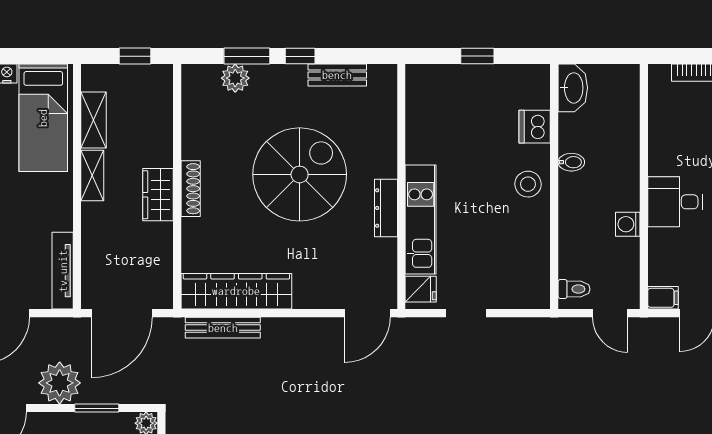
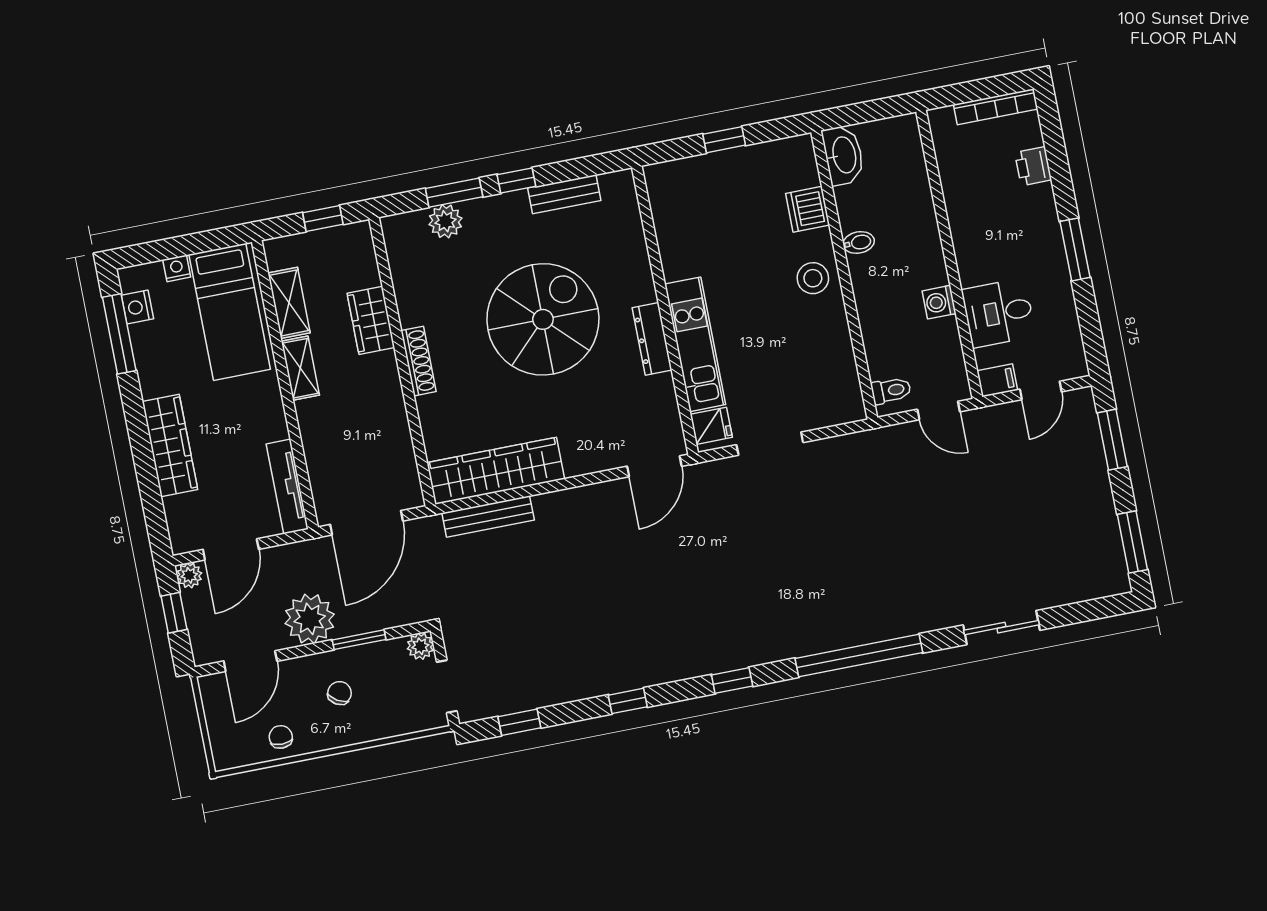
wardrobe: (158, 195) -> (371, 320), moved
desk: (675, 202) -> (999, 313), moved
doorway: (466, 313) -> (770, 444), width x1.38

